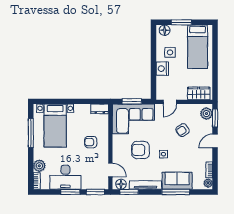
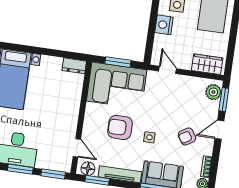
door: (170, 102) -> (168, 70), swing flipped
armchair: (183, 130) -> (187, 137), moved
armchair: (91, 142) -> (56, 108), removed

